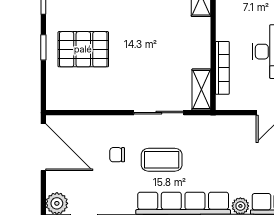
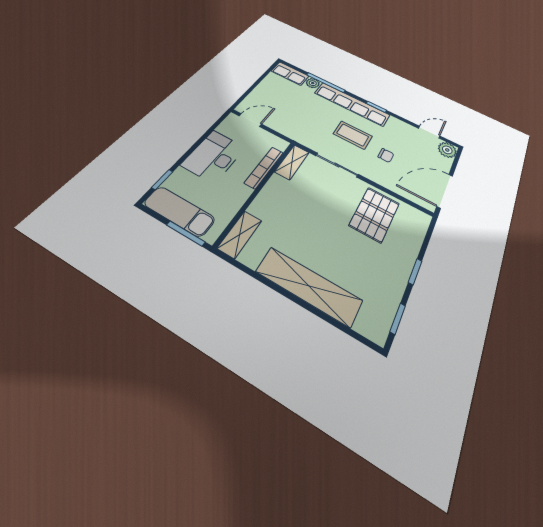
pallet: (83, 49) -> (375, 214), moved, turned 90
door: (43, 147) -> (445, 191), hinge flipped

